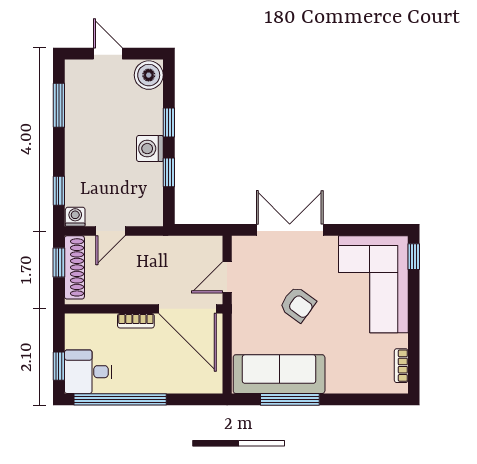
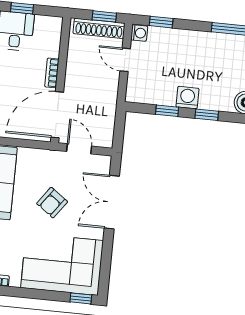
double door: (290, 230) -> (112, 202), swing flipped

